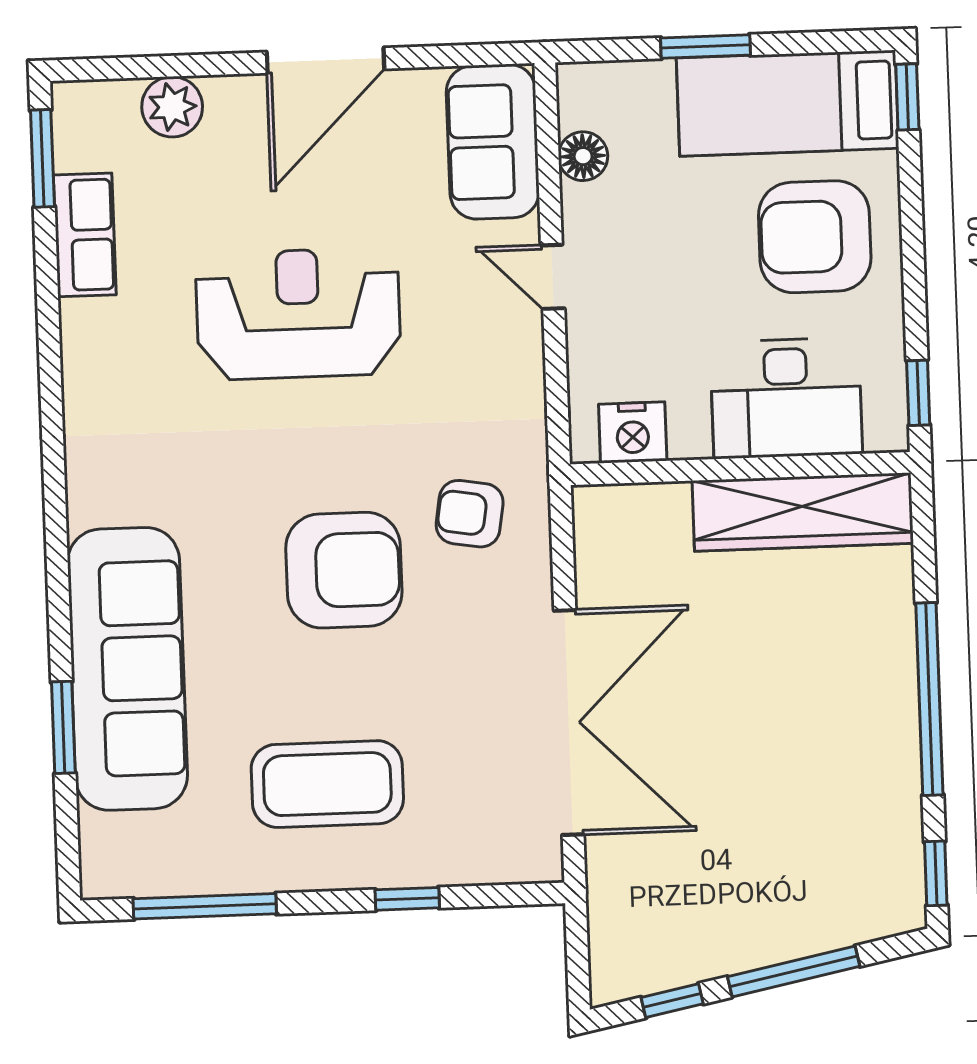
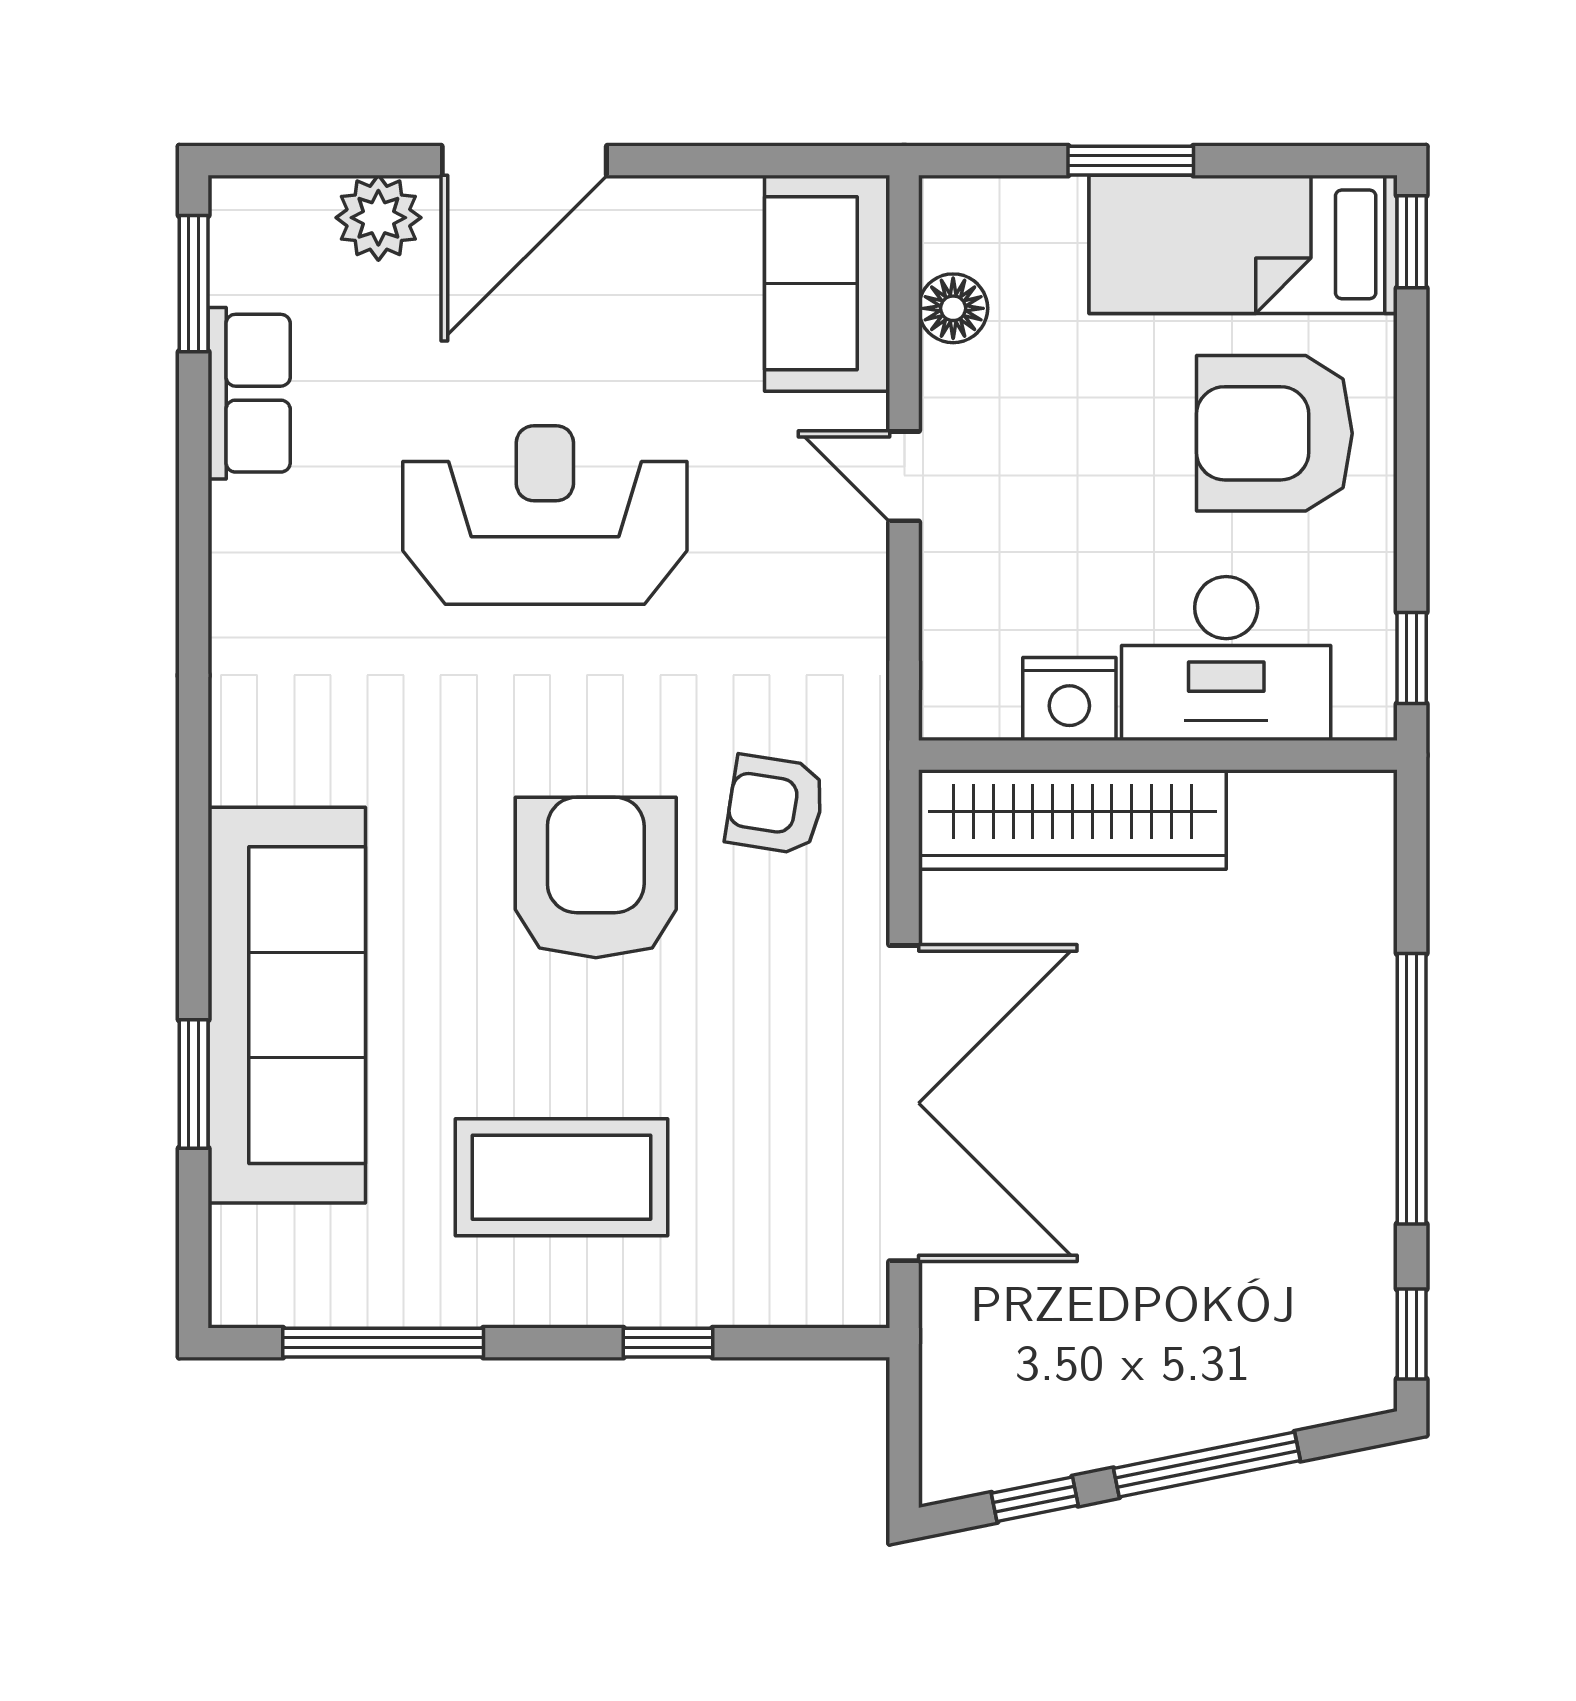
door: (326, 60) -> (524, 161), moved
nightstand: (633, 432) -> (1069, 699), moved
wardrobe: (803, 512) -> (1072, 819), moved
armchair: (344, 570) -> (596, 877), turned -90

